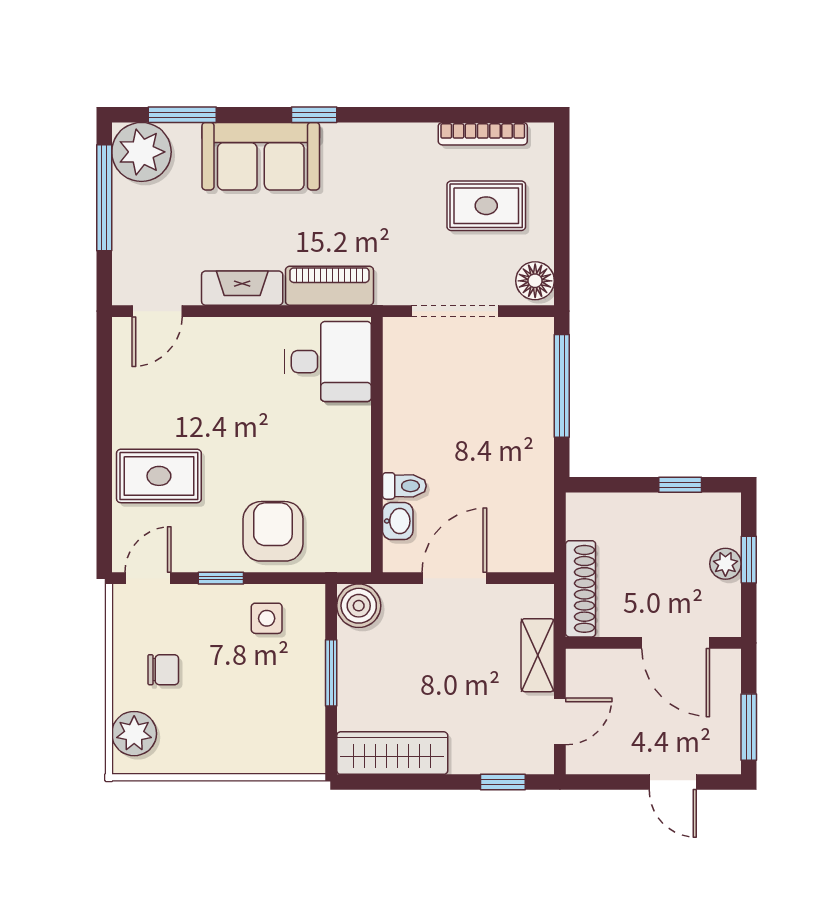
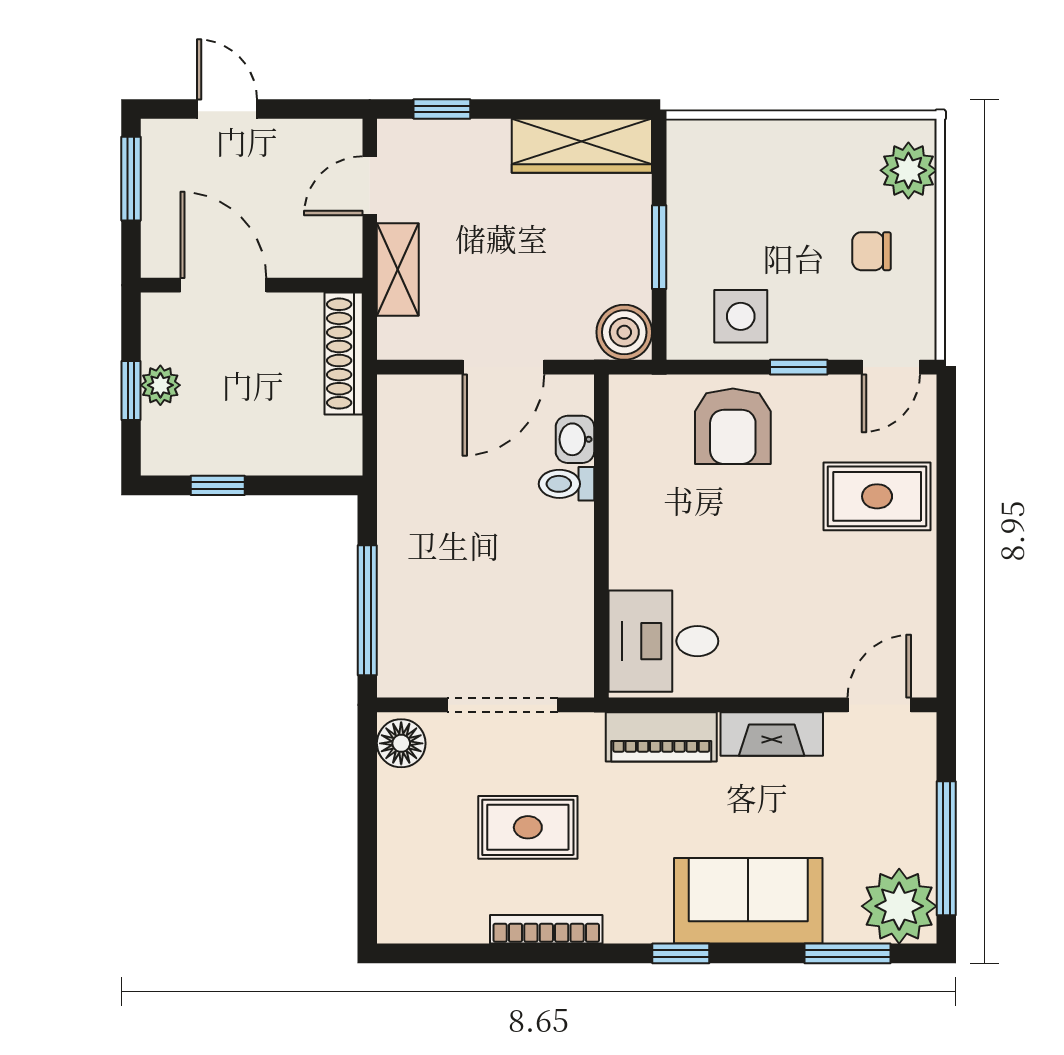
bookcase: (483, 134) -> (546, 929), moved
rug: (486, 206) -> (528, 827), moved
side table: (267, 618) -> (741, 316), width x1.37, depth x1.37

